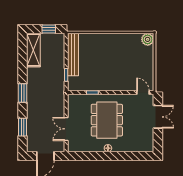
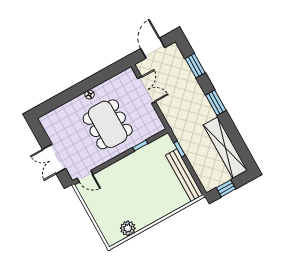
plant: (148, 39) -> (128, 228), moved
shelving: (33, 50) -> (225, 148), width x1.47

